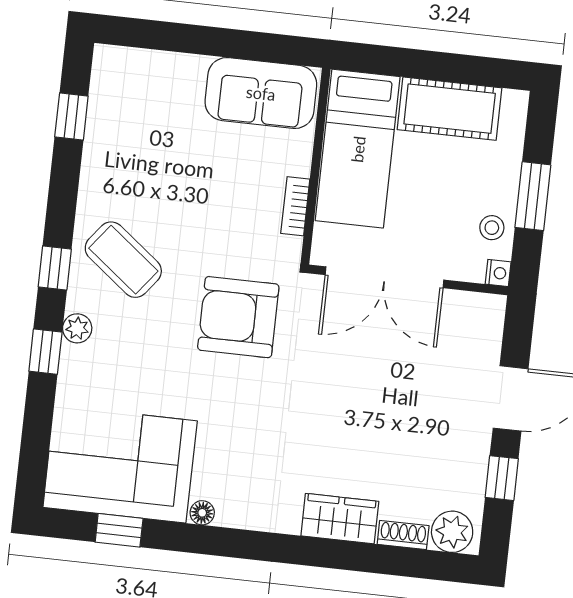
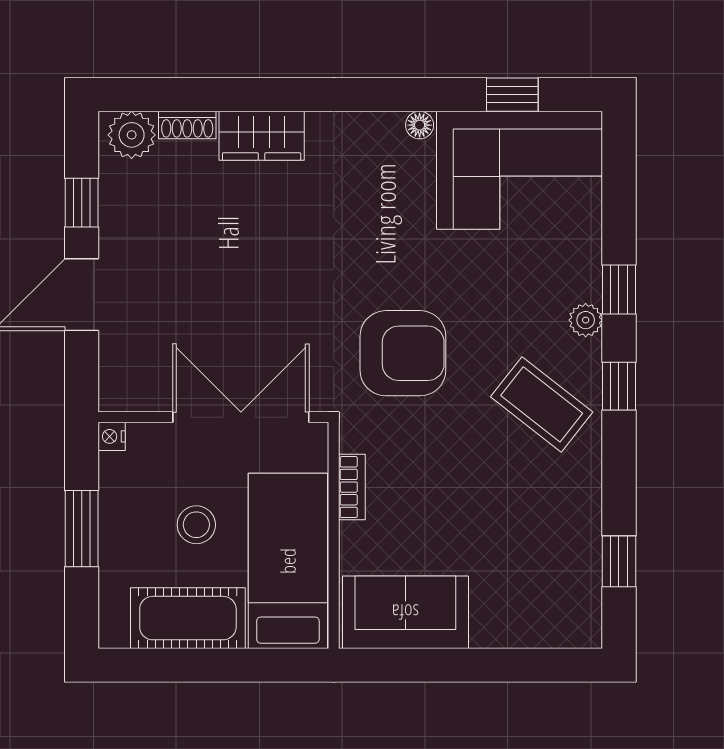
stool: (492, 228) -> (196, 525), moved, width x1.37, depth x1.37

